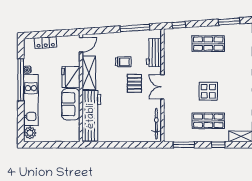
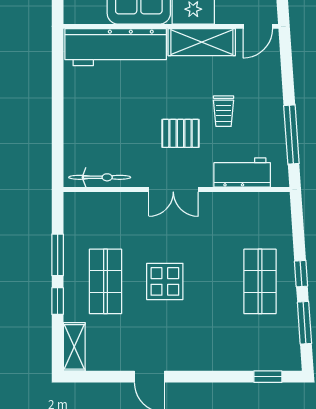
window: (179, 25) -> (301, 274), moved
door: (81, 45) -> (258, 26), hinge flipped
double door: (162, 87) -> (173, 189), swing flipped
window: (184, 145) -> (58, 255), moved

